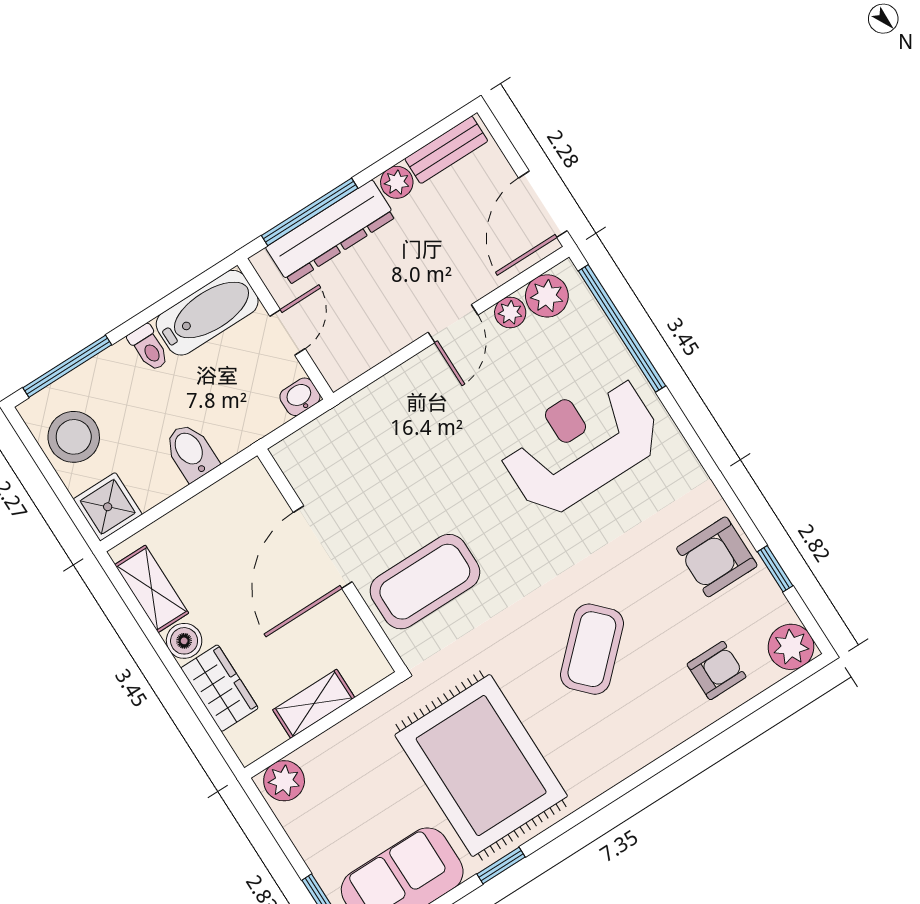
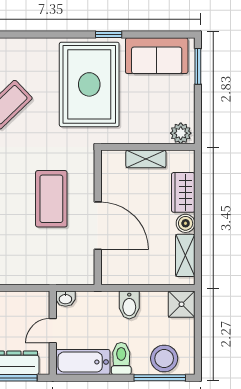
toilet: (149, 348) -> (121, 358), width x1.37, depth x1.39
stool: (74, 437) -> (164, 358), moved
door: (323, 547) -> (98, 226), hinge flipped
coffee table: (425, 582) -> (51, 199), moved, turned 90

